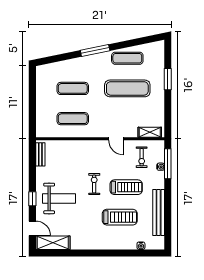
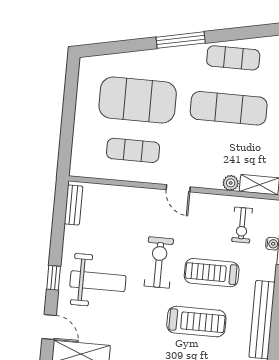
exercise mat: (73, 88) -> (138, 100), width x2.00, depth x1.45
plant: (133, 133) -> (231, 183), added
door: (116, 139) -> (178, 188), moved
exercise bike: (94, 184) -> (159, 262), width x1.38, depth x1.39
treadmill: (126, 187) -> (212, 273), turned 180

